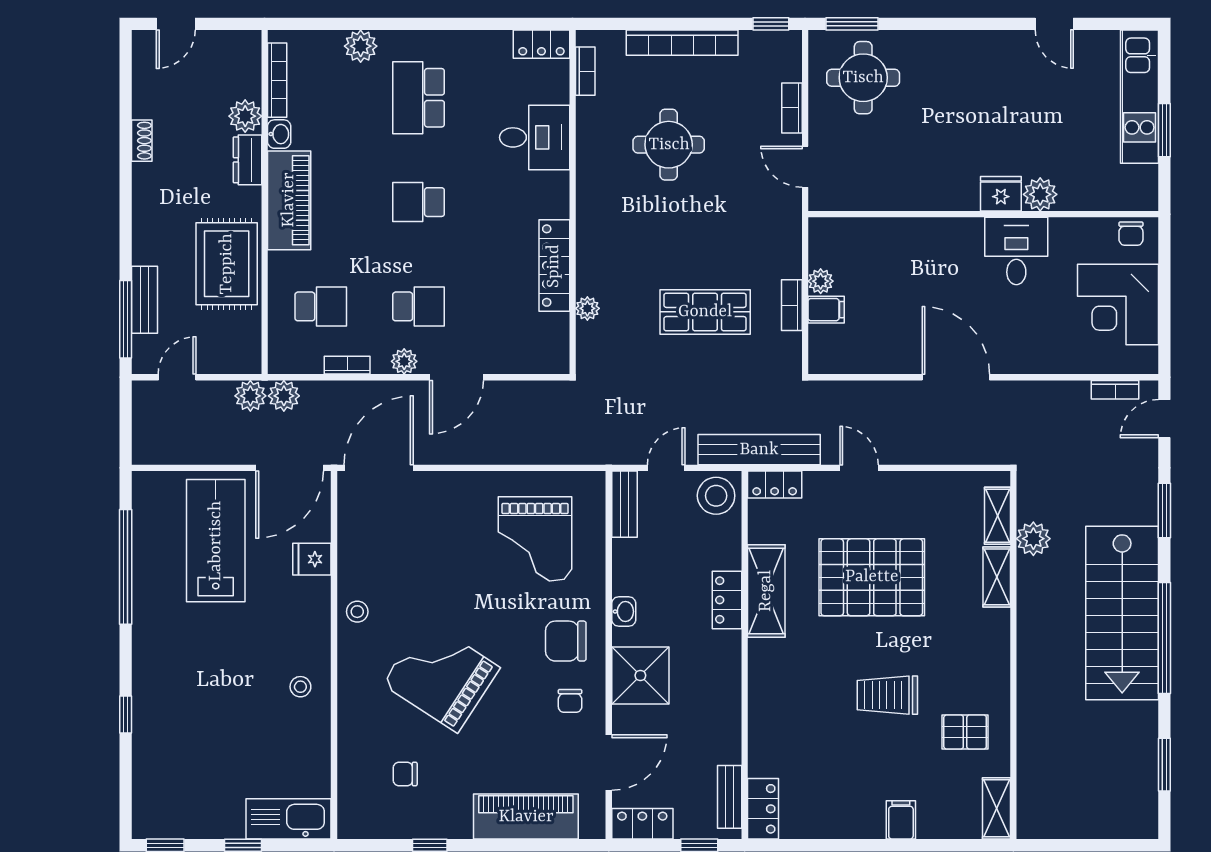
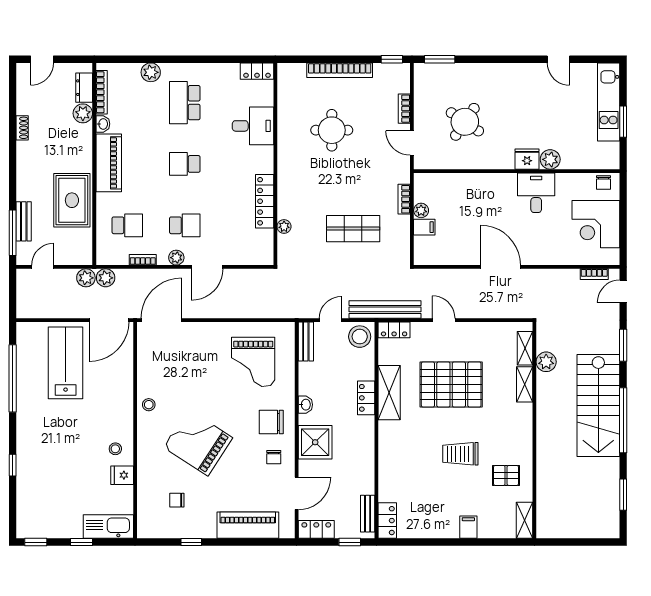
bookcase: (585, 71) -> (283, 87), removed
round table: (863, 78) -> (465, 122), moved, turned 34
dresser: (247, 160) -> (84, 88), moved
bookcase: (792, 305) -> (404, 199), moved
fridge: (312, 559) -> (122, 475), moved

